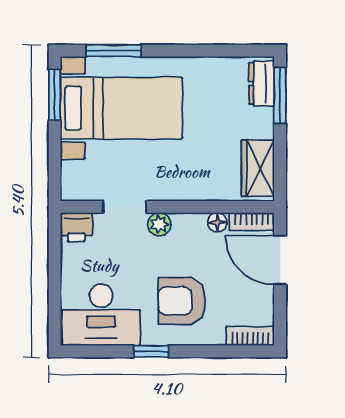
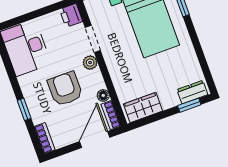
window: (280, 95) -> (189, 105), width x0.67
armchair: (182, 301) -> (65, 89), moved
window: (151, 351) -> (24, 109), moved

